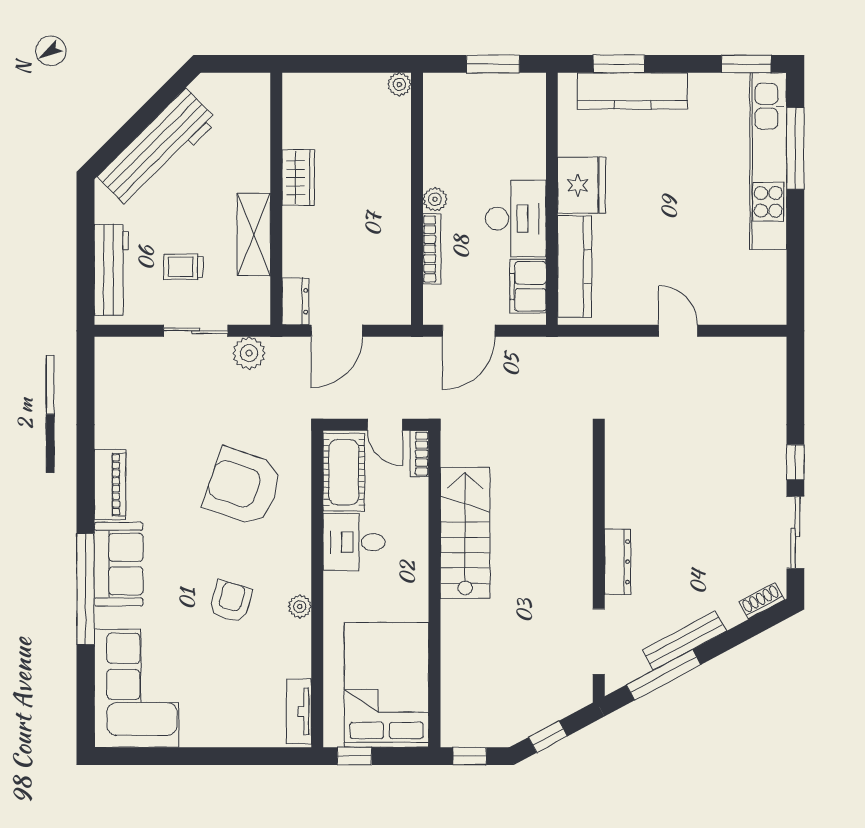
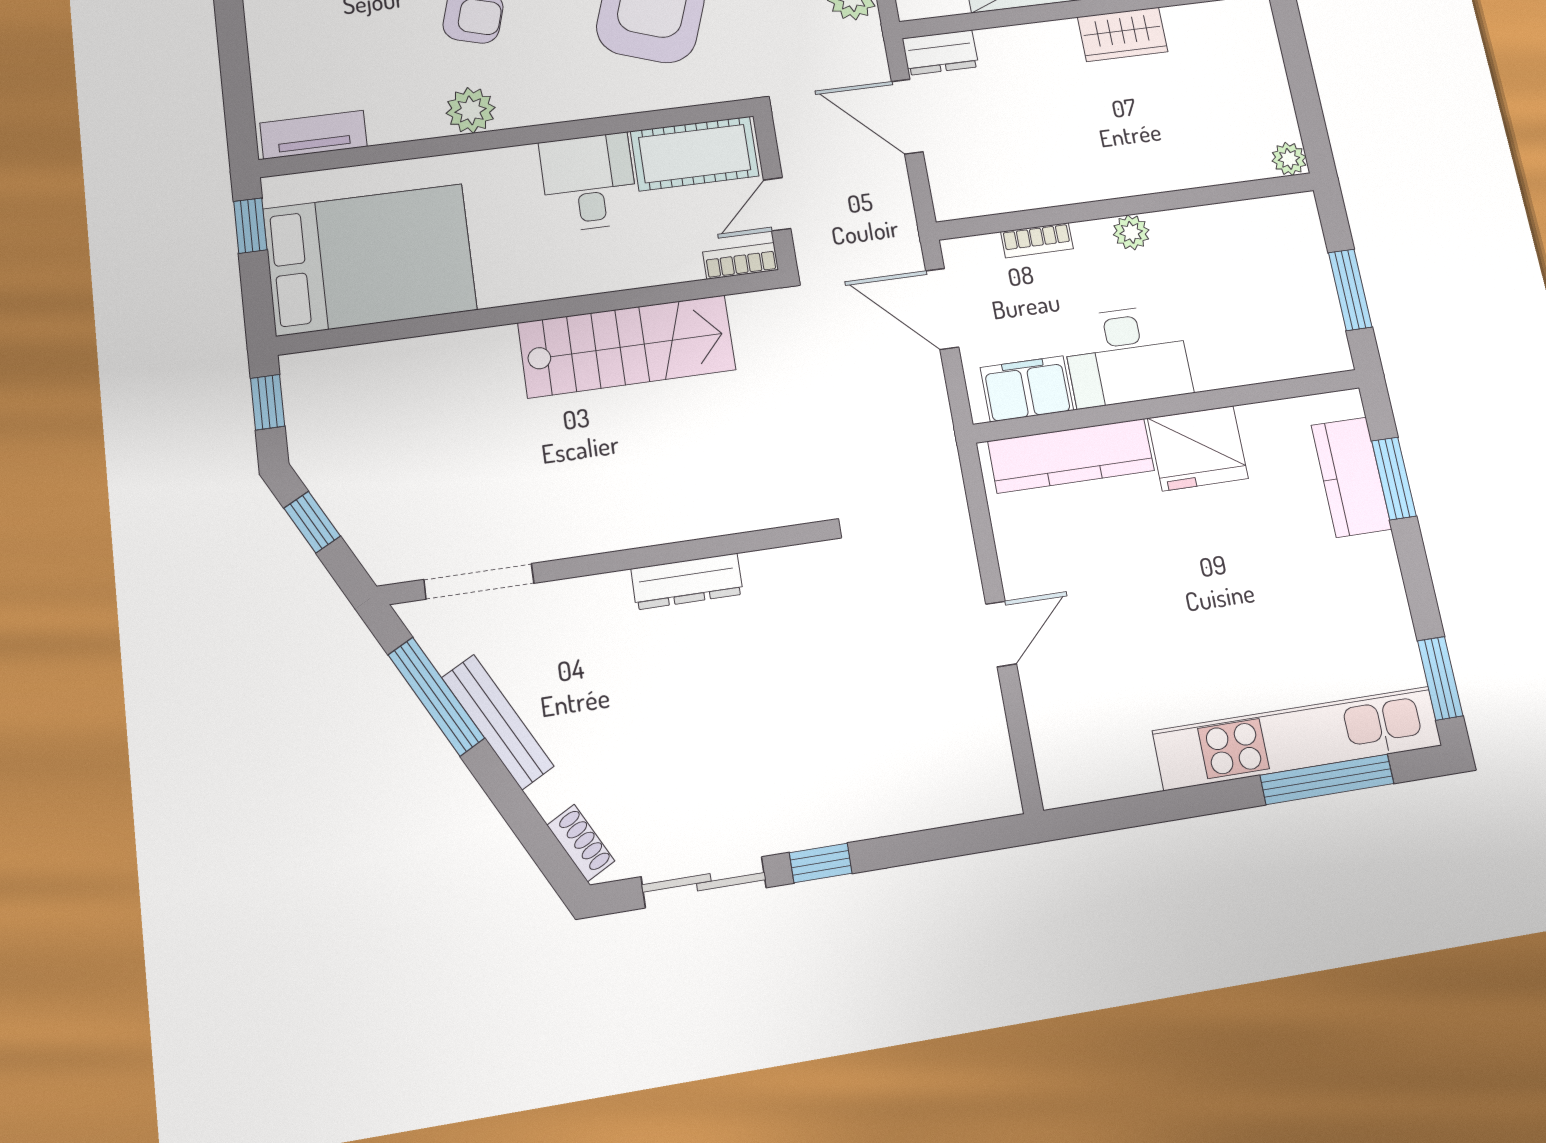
kitchen counter: (632, 91) -> (1351, 477), width x0.67
bookcase: (432, 249) -> (1037, 240), width x0.64
dresser: (618, 562) -> (687, 581), moved
plant: (300, 607) -> (471, 110), width x1.38, depth x1.38

